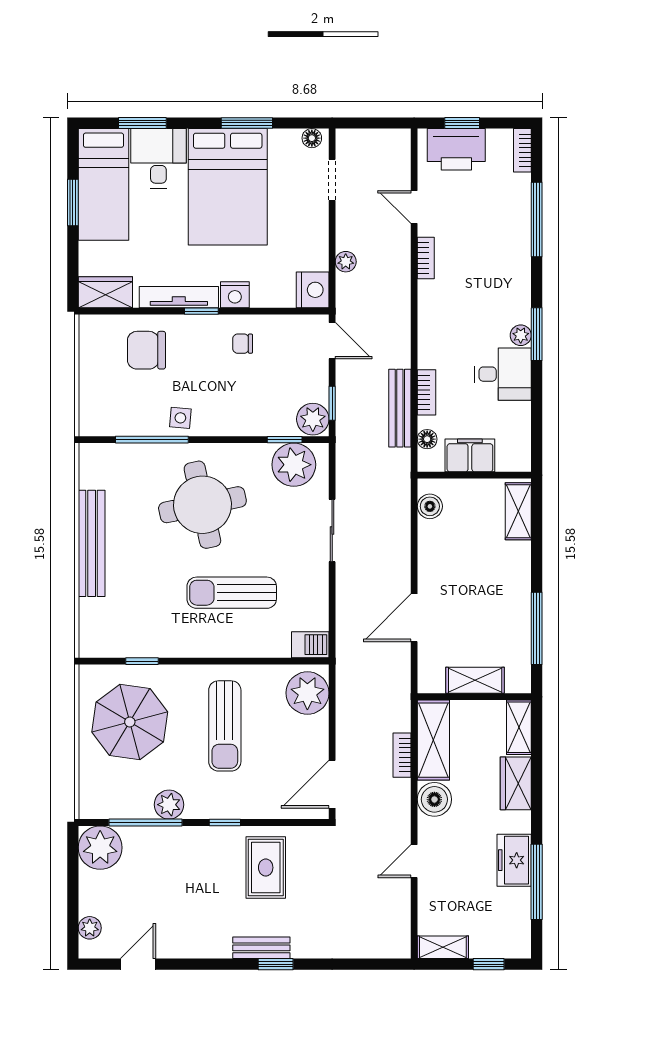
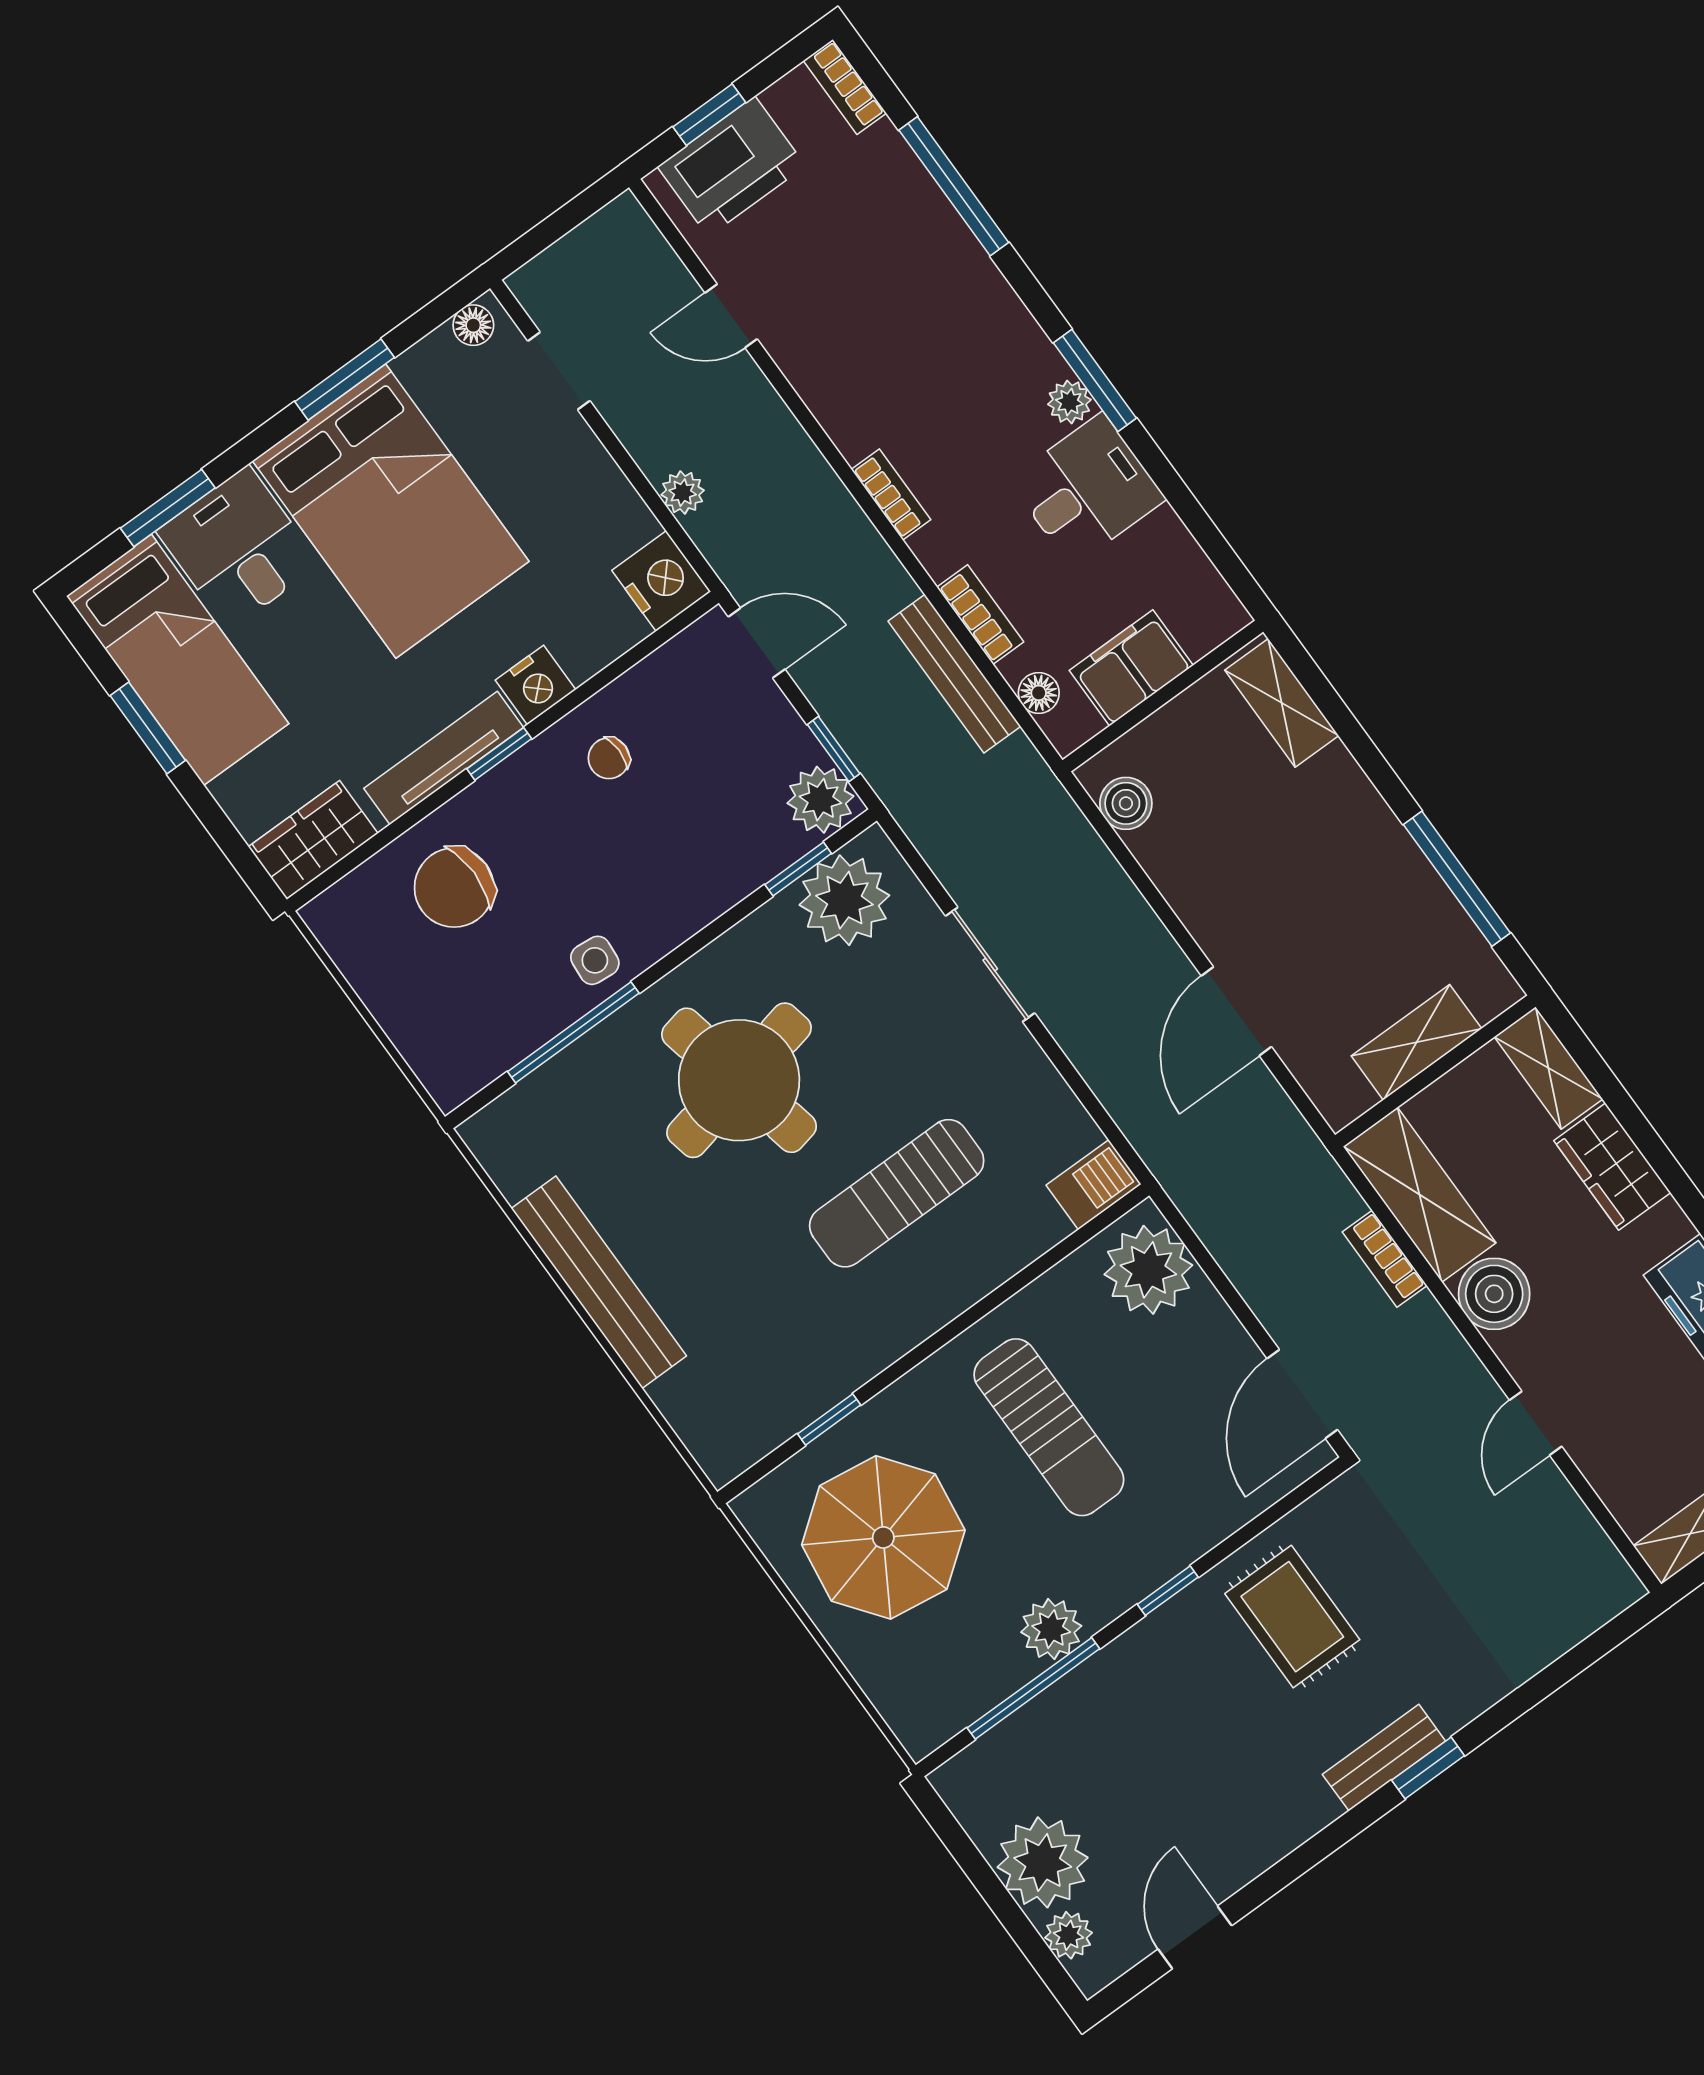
bookcase: (426, 258) -> (891, 495), moved
plant: (100, 848) -> (1043, 1862), moved

